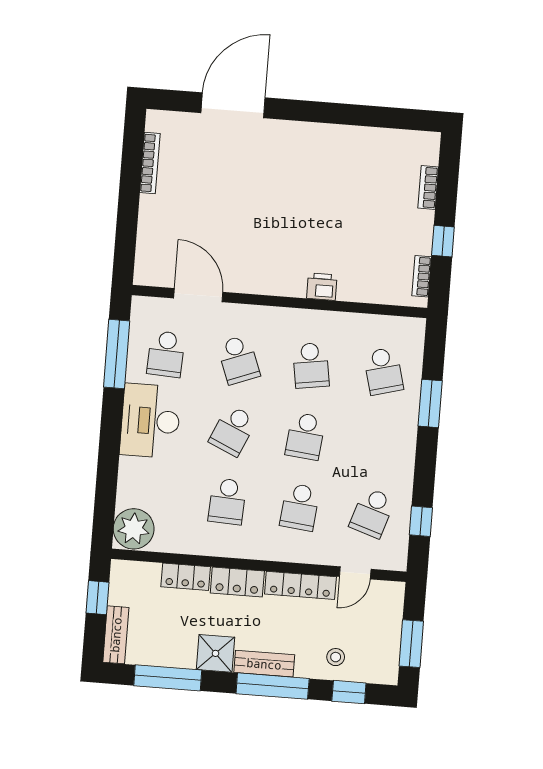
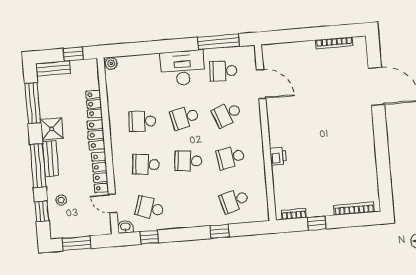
bookcase: (428, 187) -> (354, 209), width x1.56
door: (198, 295) -> (261, 84), hinge flipped
window: (430, 403) -> (220, 231), width x0.67
school desk: (233, 431) -> (185, 118), turned -36
plant: (134, 529) -> (111, 63), width x0.53, depth x0.53
washbasin: (397, 558) -> (125, 227), added

